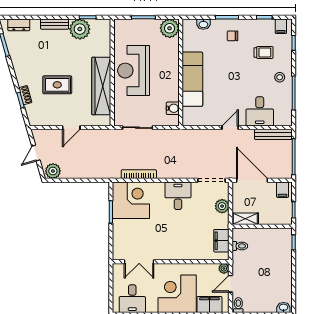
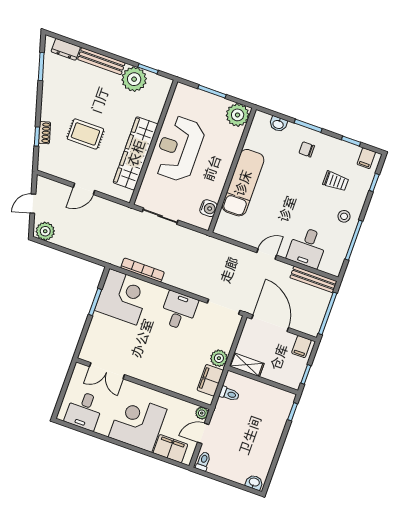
bench: (55, 24) -> (101, 61), width x1.36
plant: (222, 206) -> (219, 358), moved

